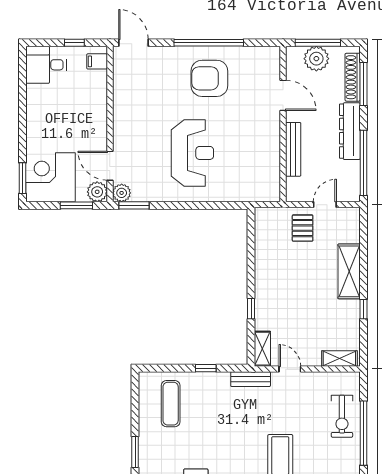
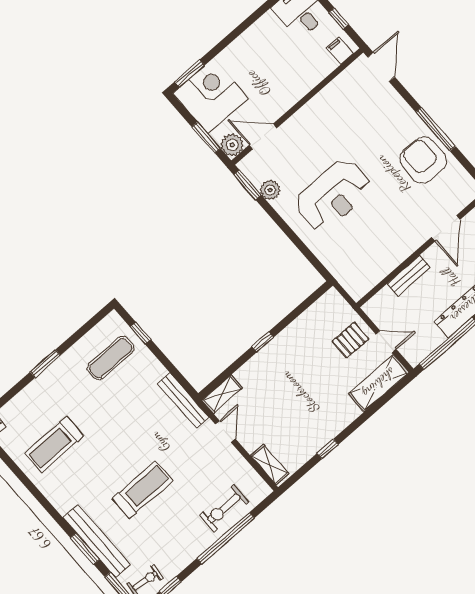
window: (209, 43) -> (436, 129), width x0.68
armchair: (209, 78) -> (423, 160), moved
bench: (293, 149) -> (409, 276), width x0.73
door: (110, 166) -> (263, 136), hinge flipped
plant: (122, 193) -> (270, 190), moved
shelving: (349, 271) -> (379, 383), moved
window: (251, 309) -> (263, 342), moved
window: (206, 368) -> (141, 333), moved
bench: (251, 379) -> (183, 400), width x1.36

